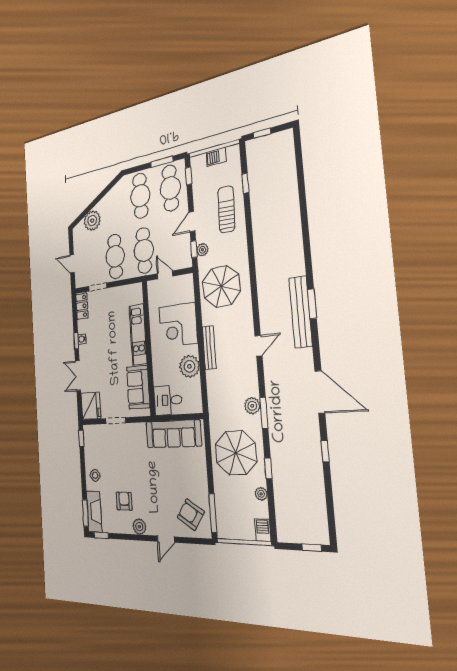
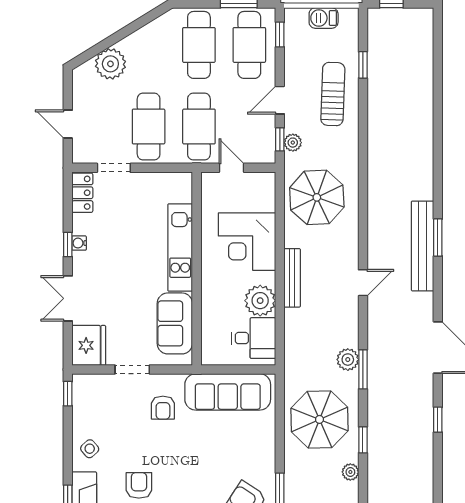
desk: (168, 400) -> (254, 338), moved, turned 180
armchair: (135, 446) -> (163, 408), added

